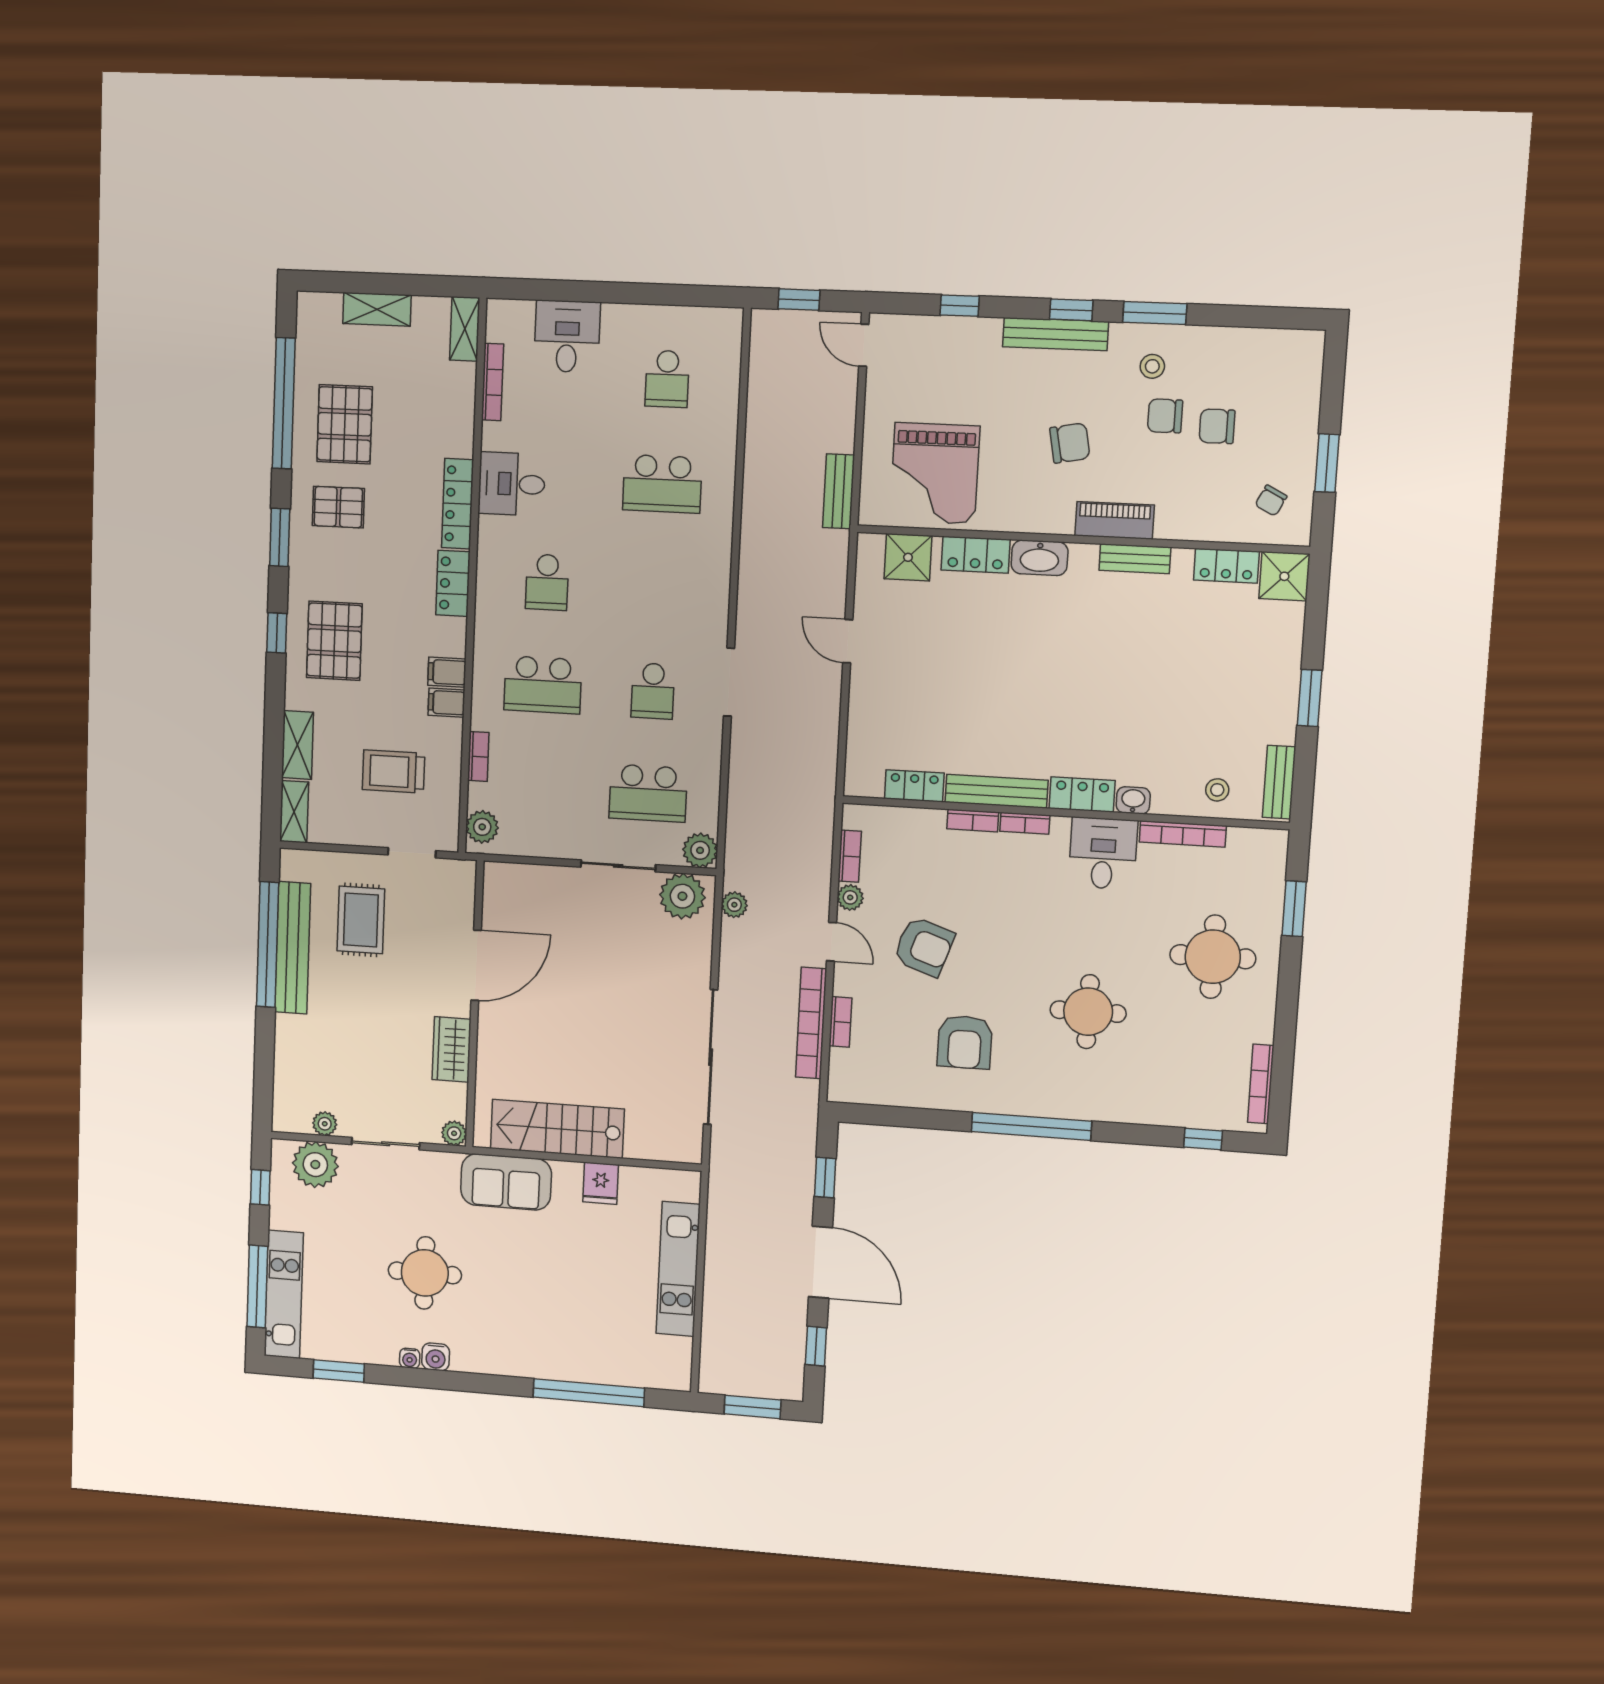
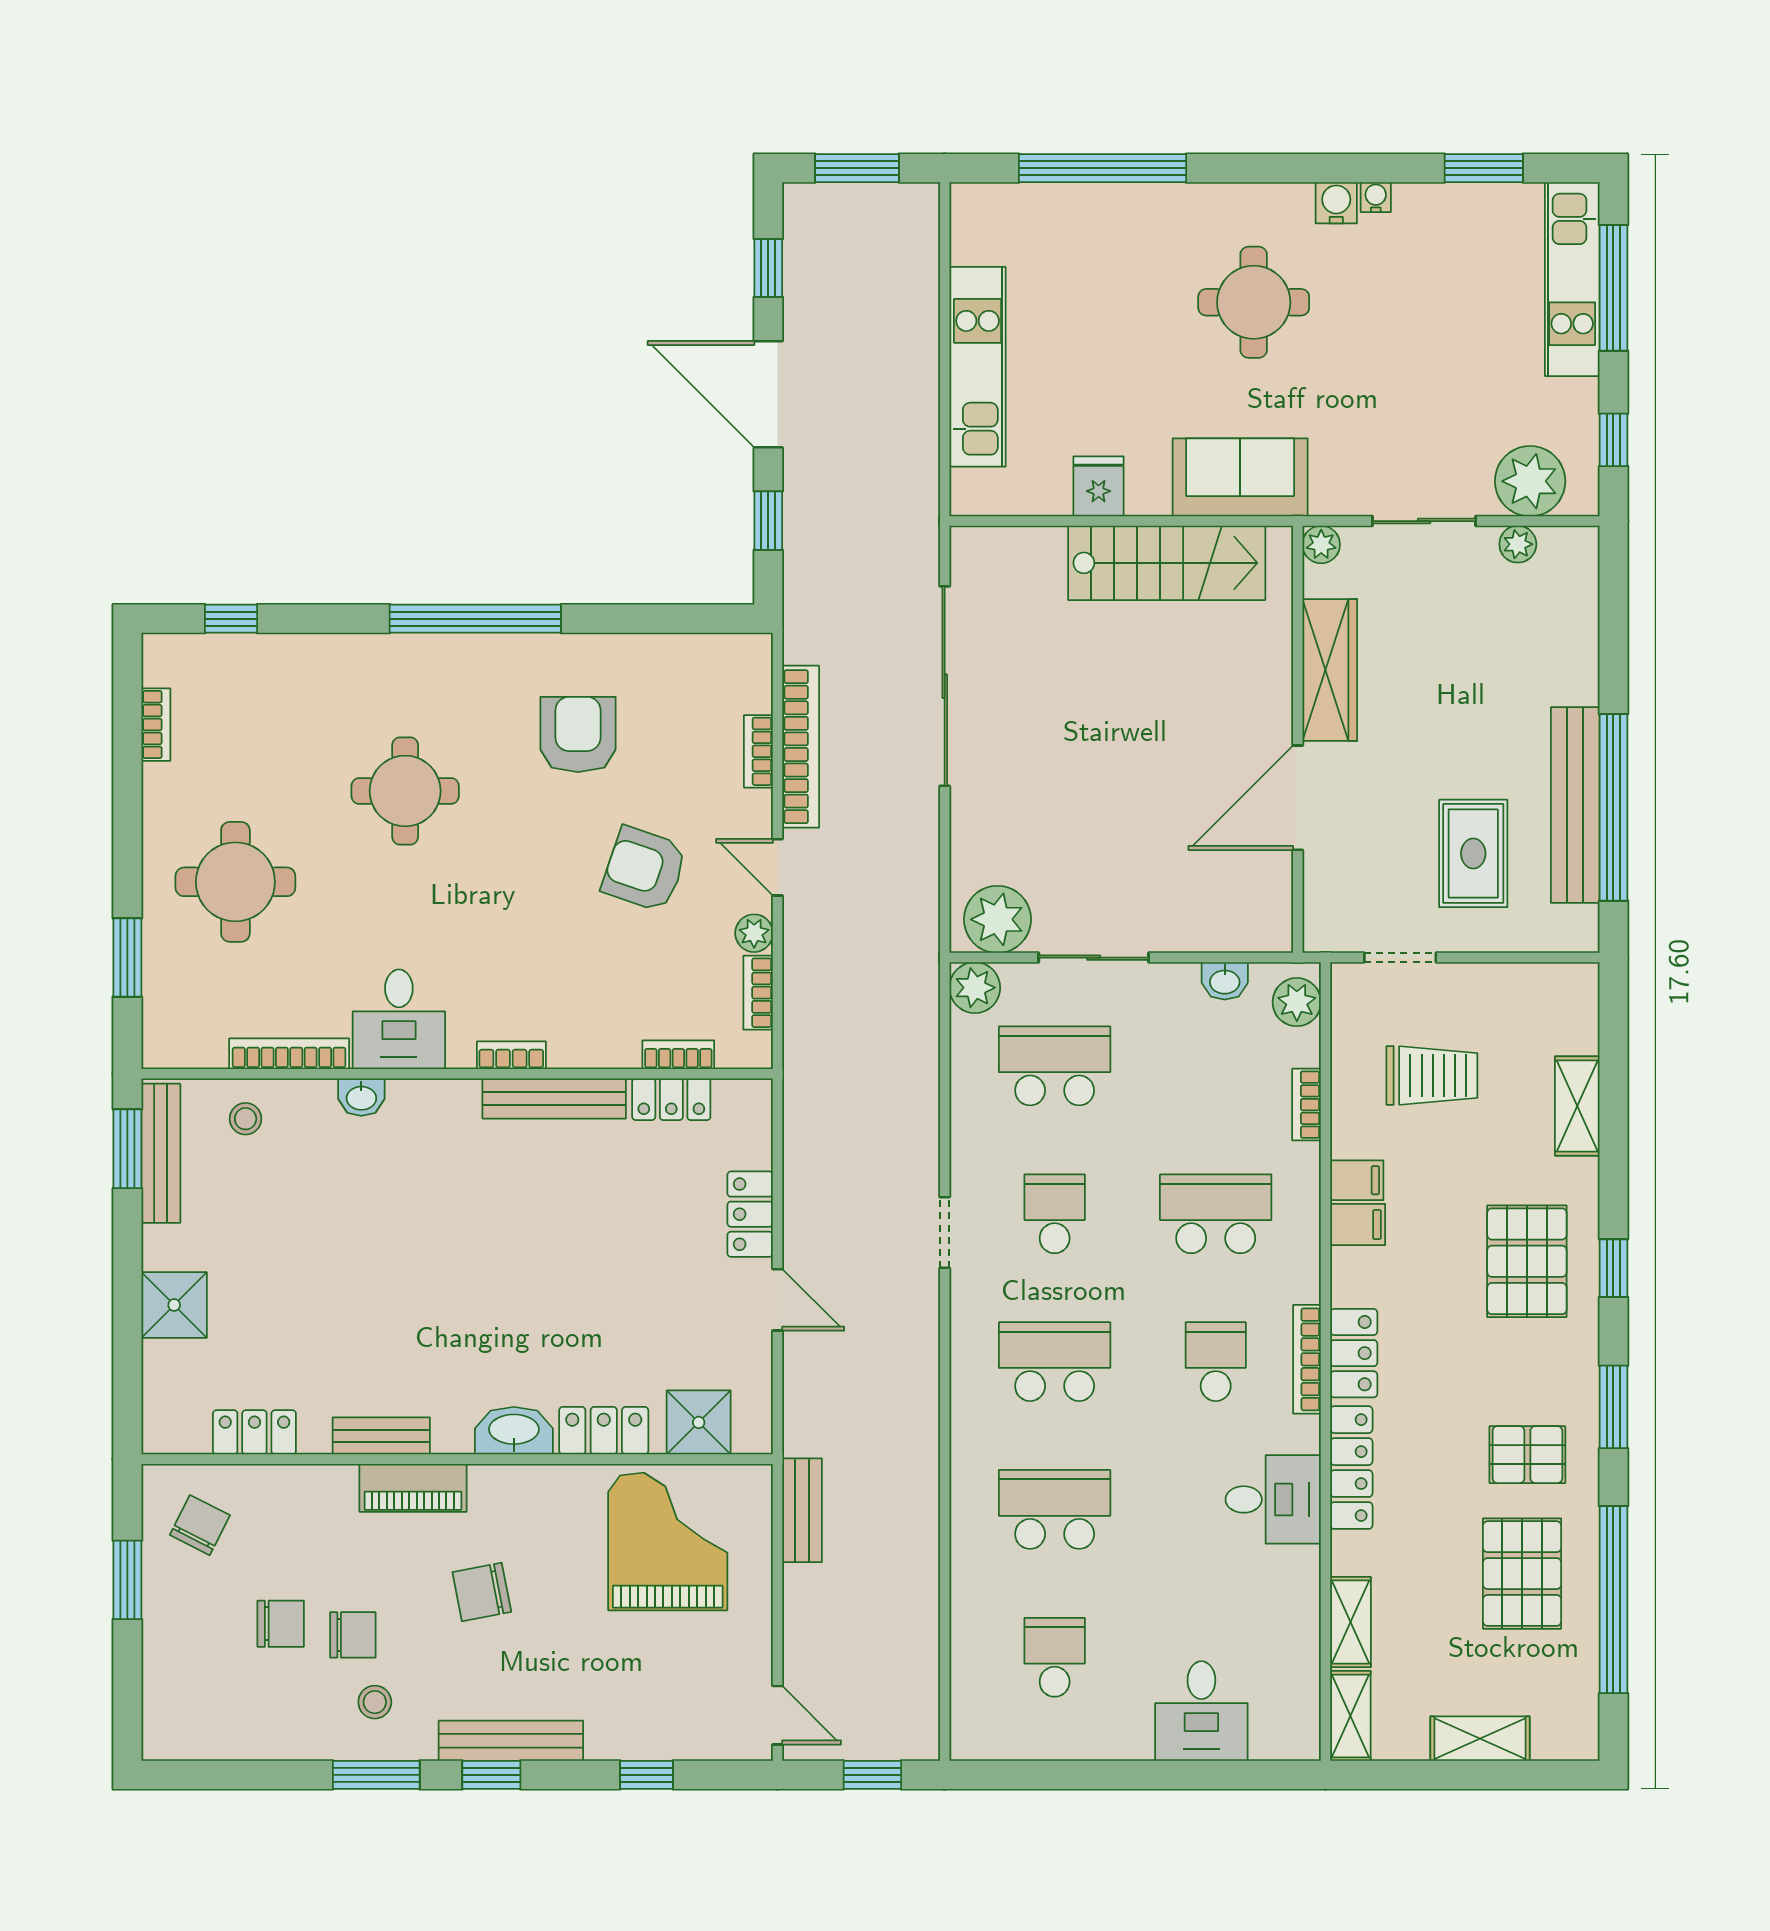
bookcase: (492, 382) -> (1307, 1359), moved
chair: (1271, 501) -> (200, 1525), width x1.37, depth x1.37
shower: (1284, 576) -> (174, 1305), moved
school desk: (658, 588) -> (1055, 1362), added
doorway: (729, 682) -> (945, 1232), width x0.73
window: (1310, 698) -> (127, 1149), moved
bench: (1279, 782) -> (161, 1153), width x1.36
locker: (1082, 794) -> (750, 1214), moved, turned 90
shelving: (294, 812) -> (1351, 1622), moved
bookcase: (973, 821) -> (678, 1055), moved
washbasin: (530, 844) -> (1225, 981), added
plant: (734, 905) -> (921, 912), removed
wardrobe: (452, 1049) -> (1330, 670), width x1.50
bookcase: (1261, 1084) -> (156, 725), width x0.64
round table: (425, 1273) -> (1254, 302), moved

